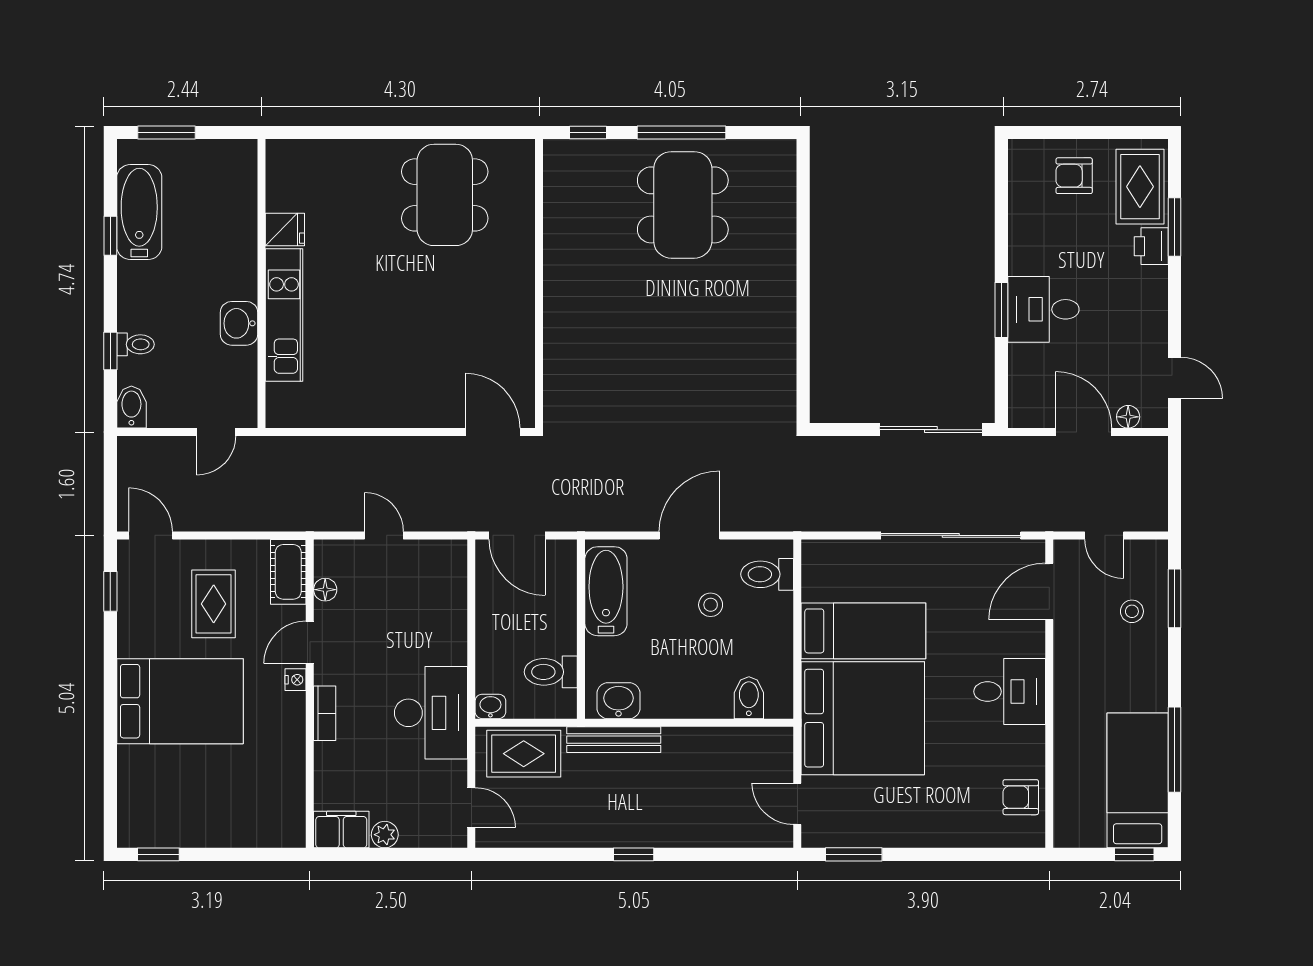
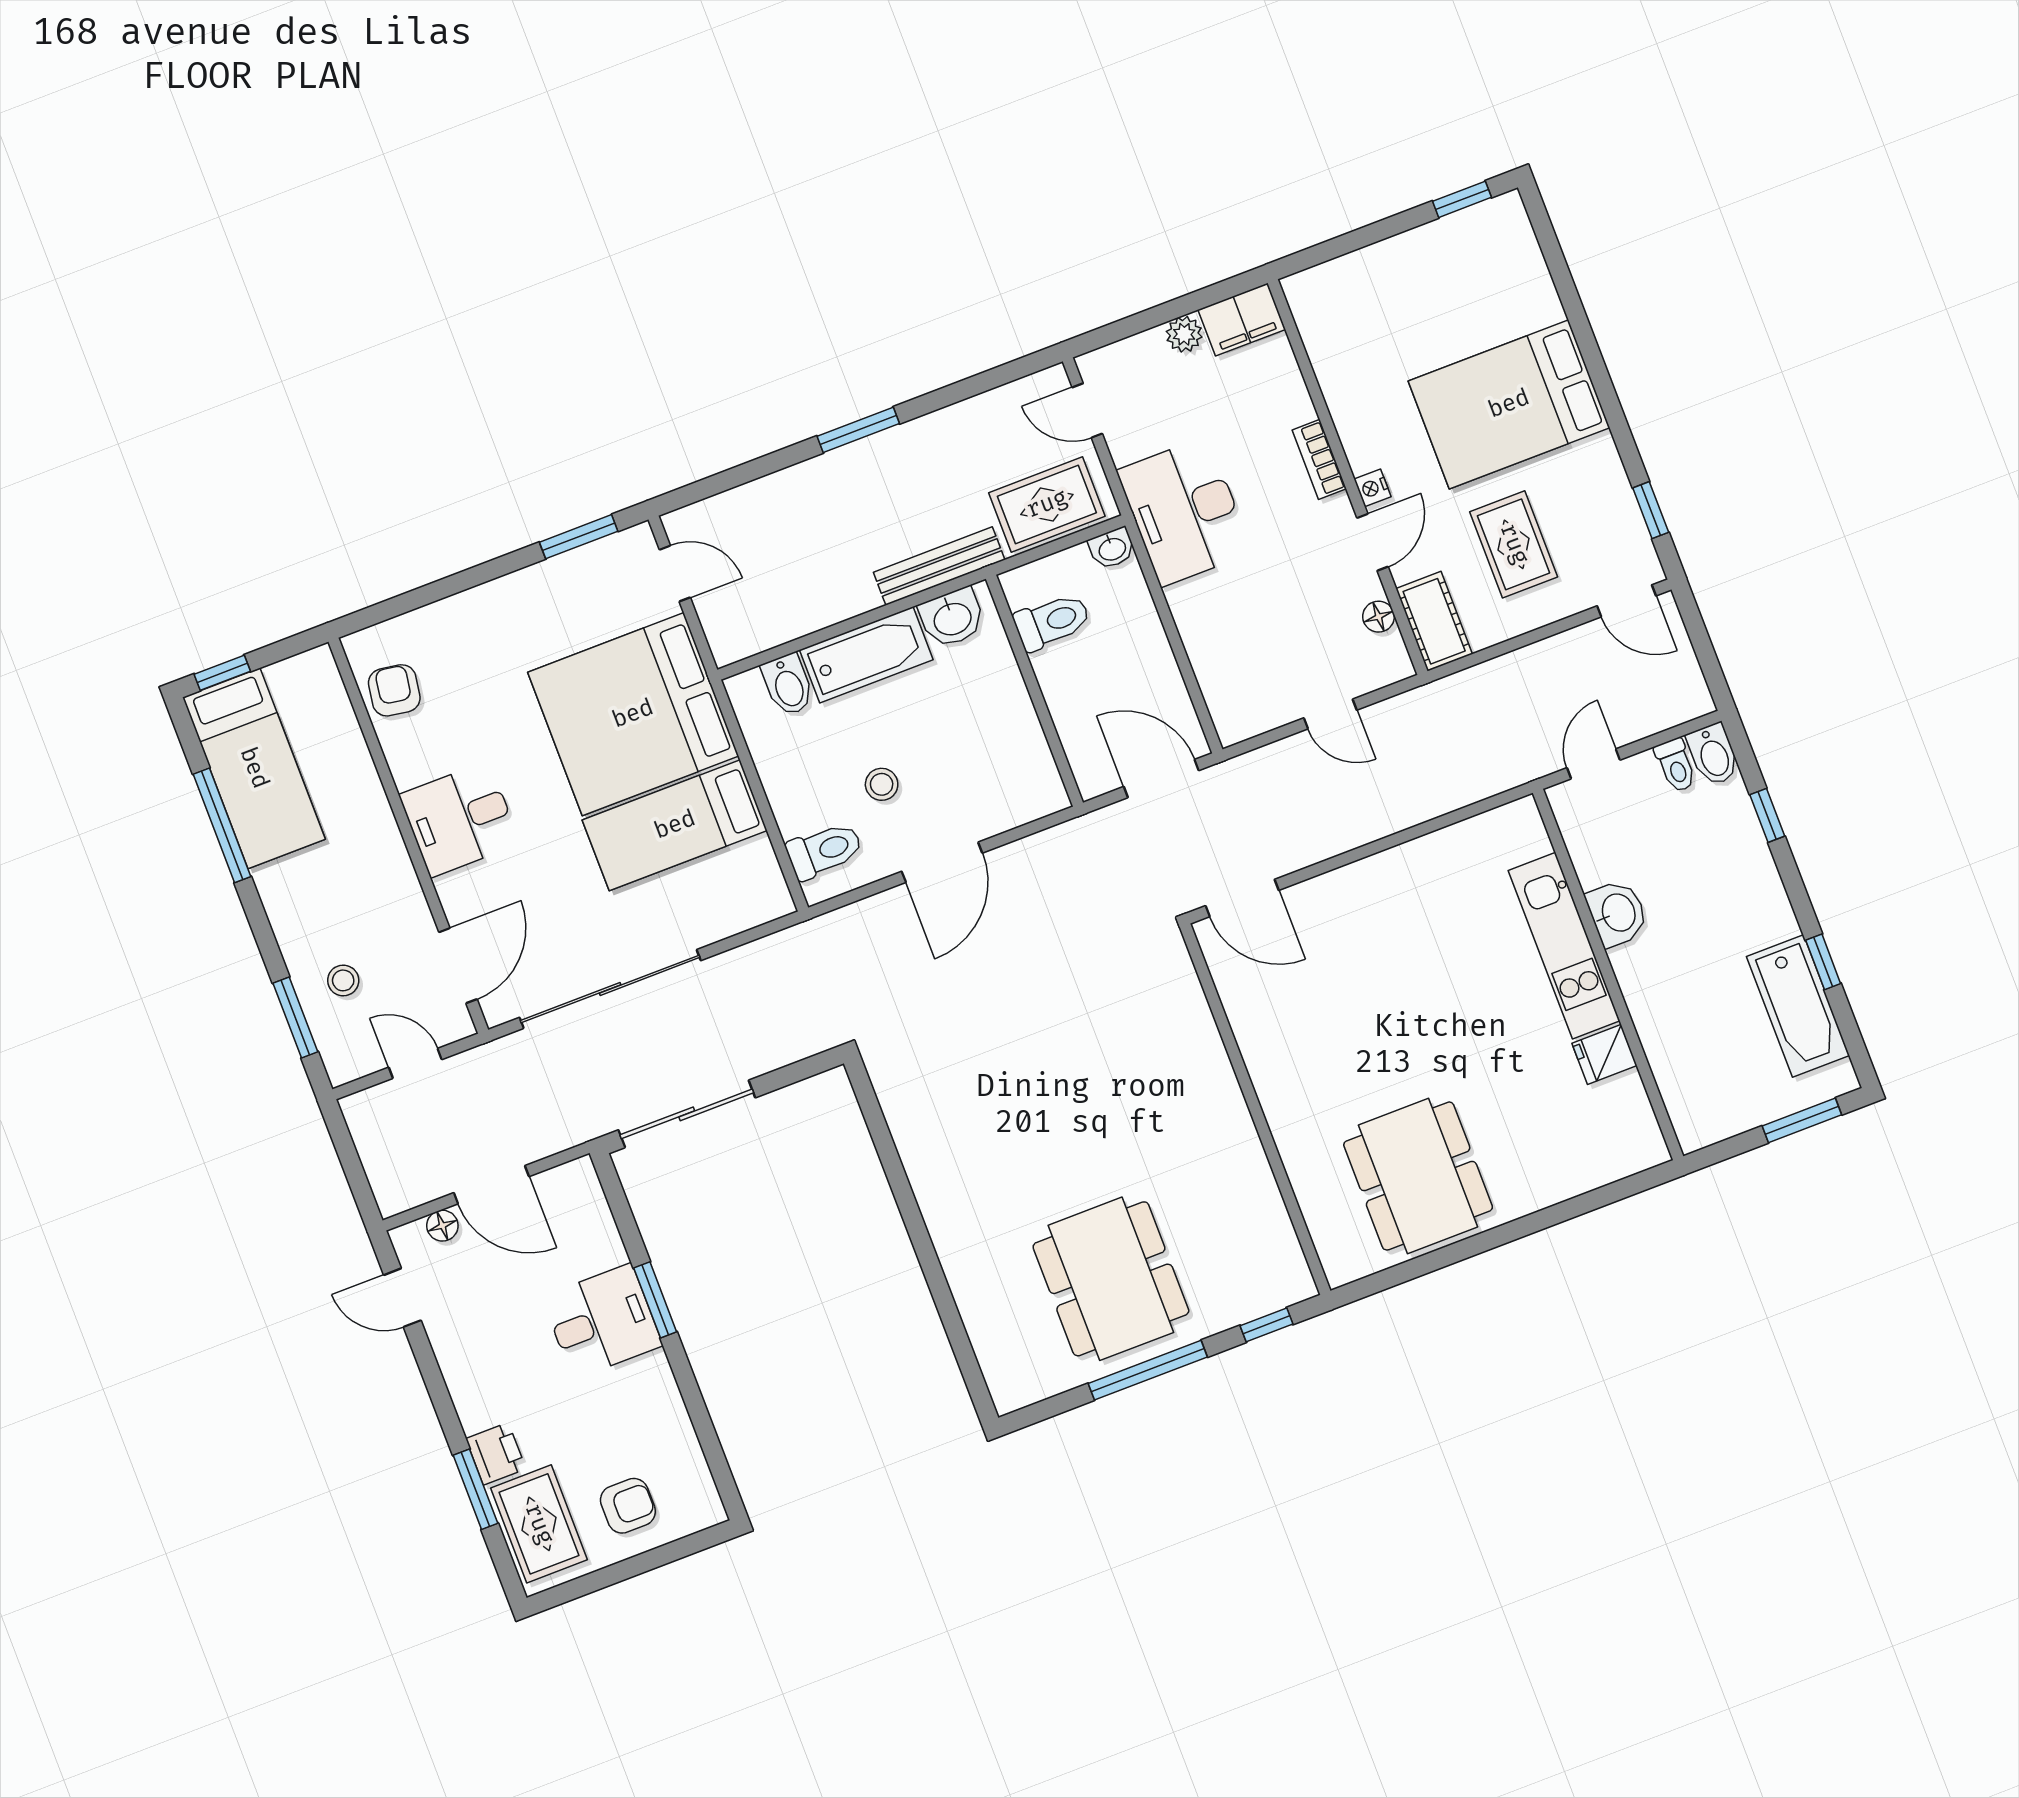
toilet: (135, 344) -> (1676, 765), moved, turned -90
bathtub: (606, 591) -> (866, 655), moved, turned -90
armchair: (1021, 797) -> (394, 690), turned -81
window: (634, 854) -> (858, 430), width x1.50

